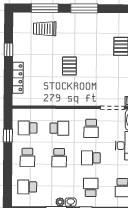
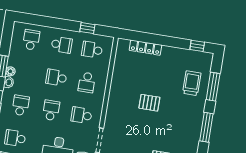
window: (8, 50) -> (197, 46), moved
school desk: (28, 128) -> (92, 50), turned -90
school desk: (27, 157) -> (62, 45), turned 180
school desk: (91, 187) -> (21, 105), turned -90

